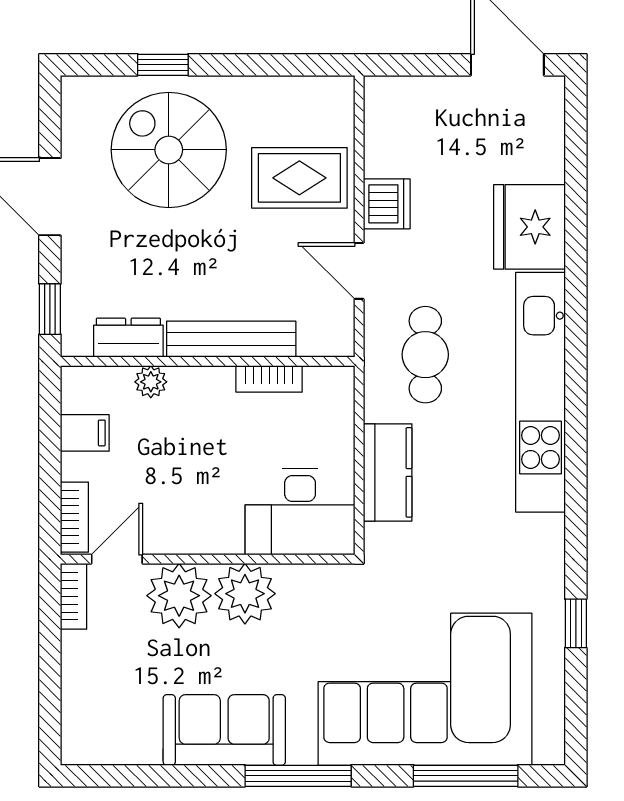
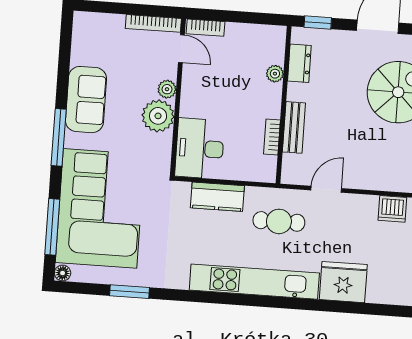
rug: (299, 178) -> (378, 161), removed
dishwasher: (387, 204) -> (392, 209), moved
bench: (231, 339) -> (294, 127), width x0.73
filing cabinet: (85, 433) -> (250, 36), removed
bookcase: (74, 596) -> (153, 23), width x1.56
plant: (179, 596) -> (167, 89), width x0.53, depth x0.53
window: (576, 623) -> (129, 292), width x1.50
floor lamp: (550, 750) -> (63, 273), added

